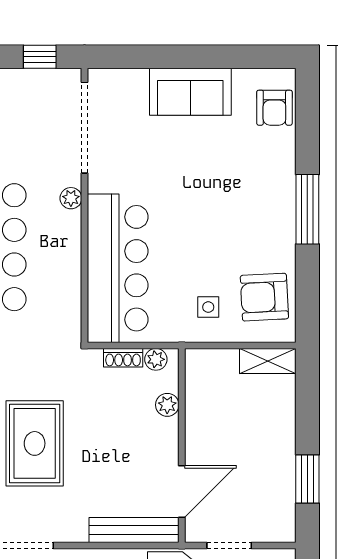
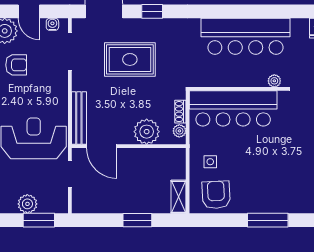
plant: (167, 405) -> (147, 132), width x1.87, depth x1.87
window: (307, 479) -> (137, 220), moved

